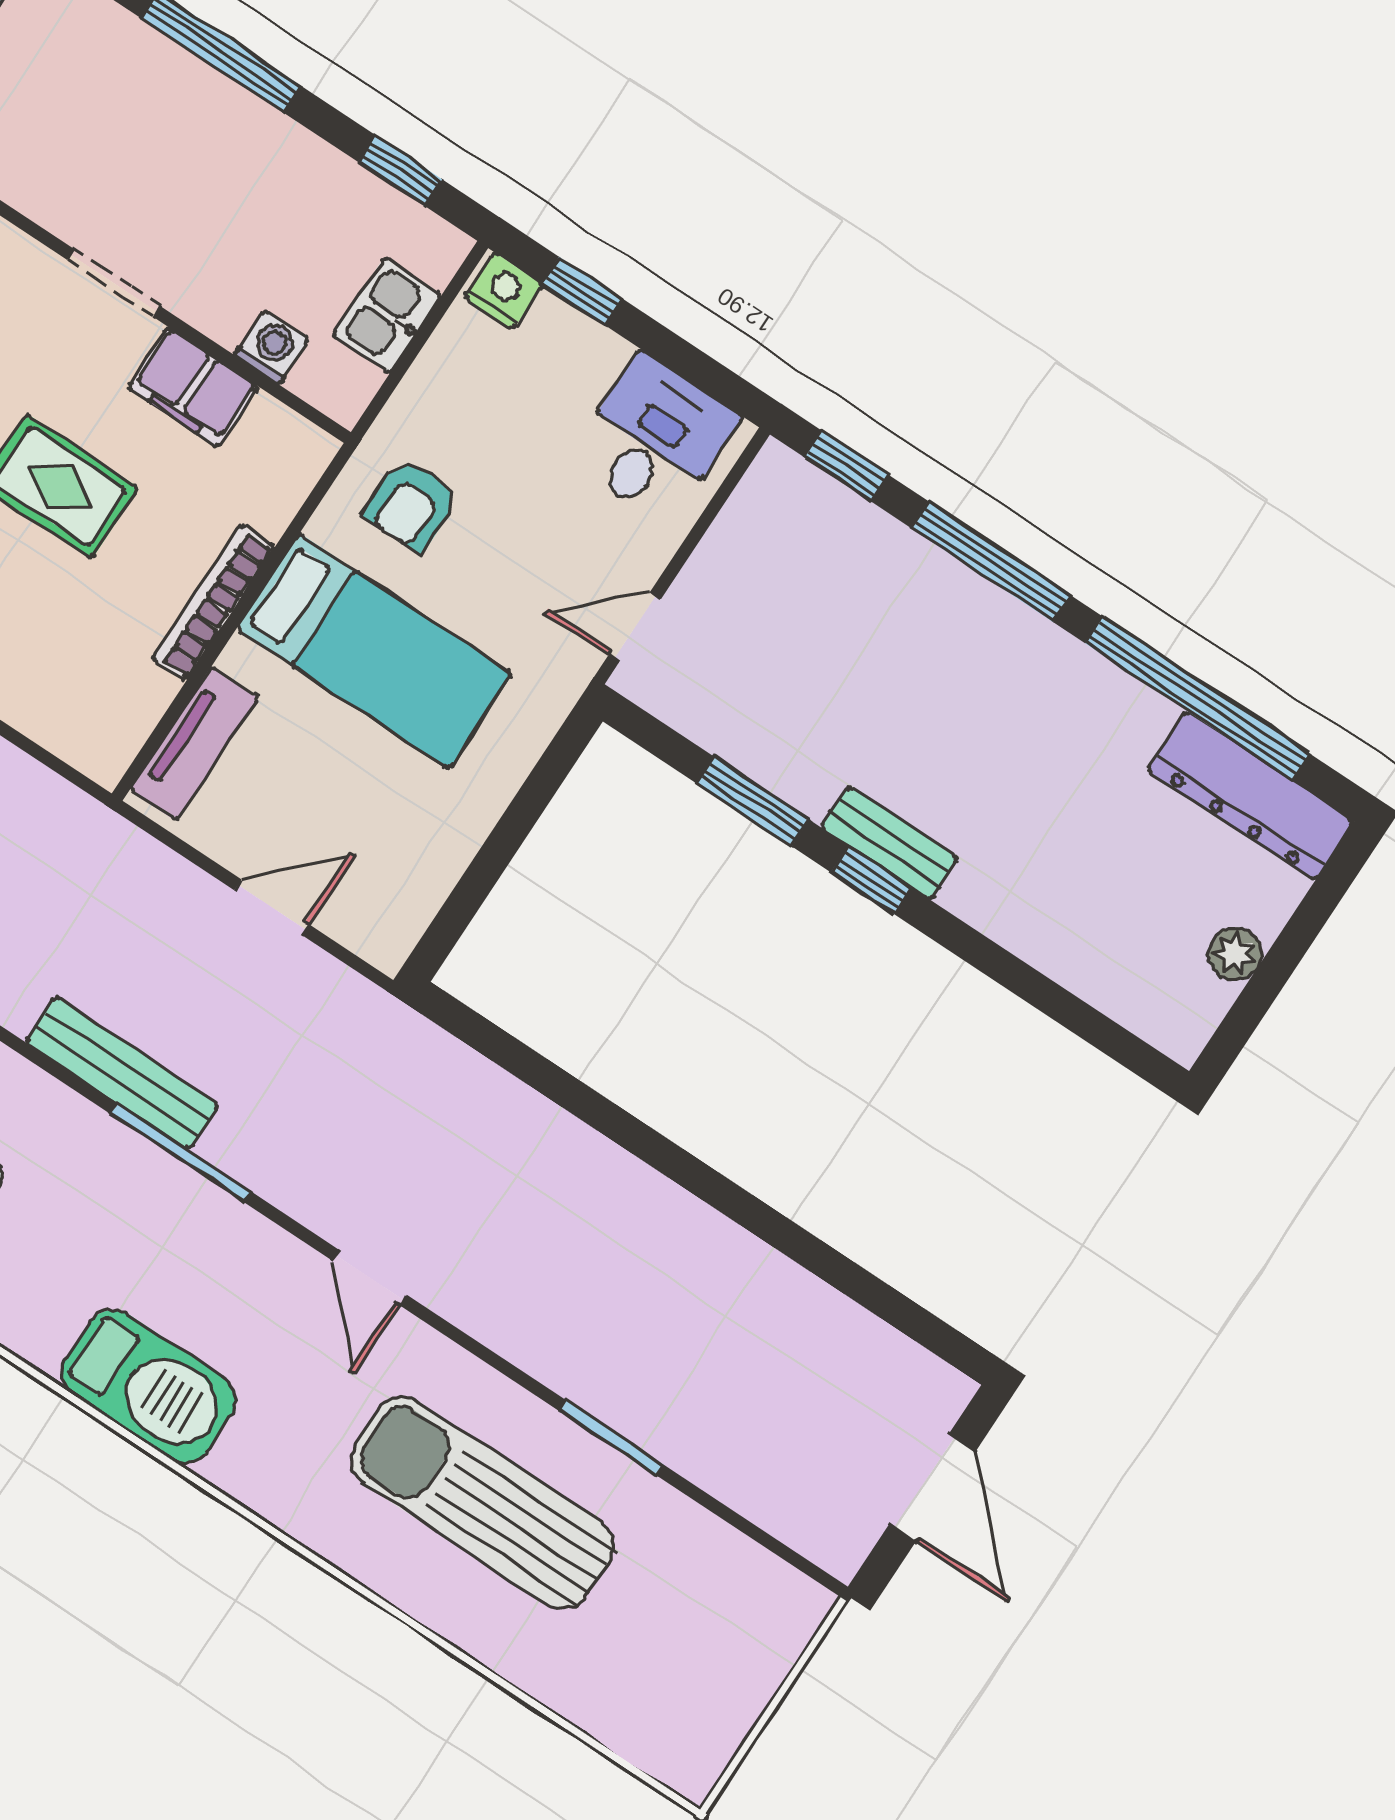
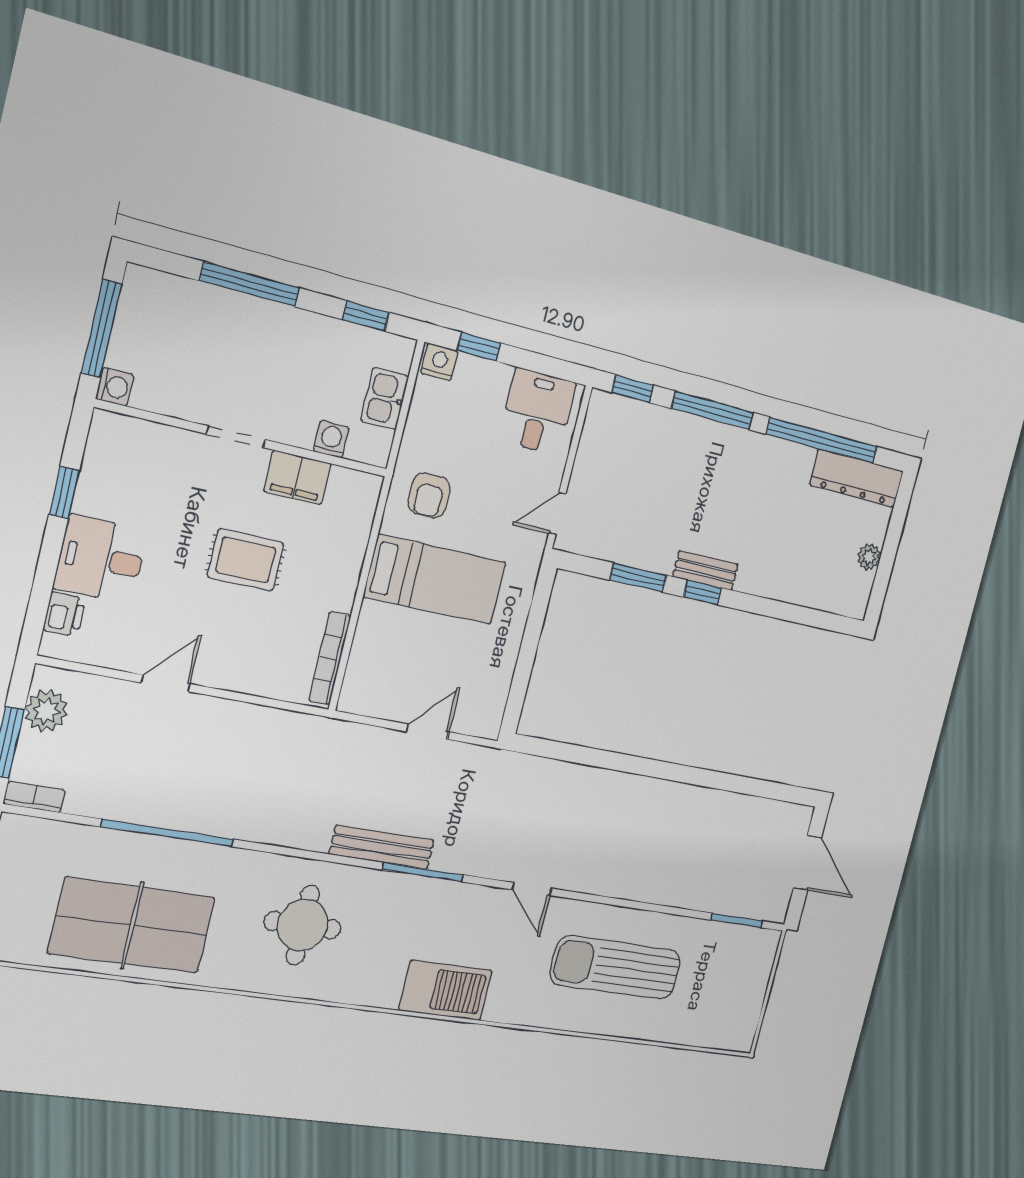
bookcase: (213, 603) -> (330, 658), moved
tv unit: (194, 744) -> (361, 666), removed
window: (612, 1438) -> (737, 920), moved

